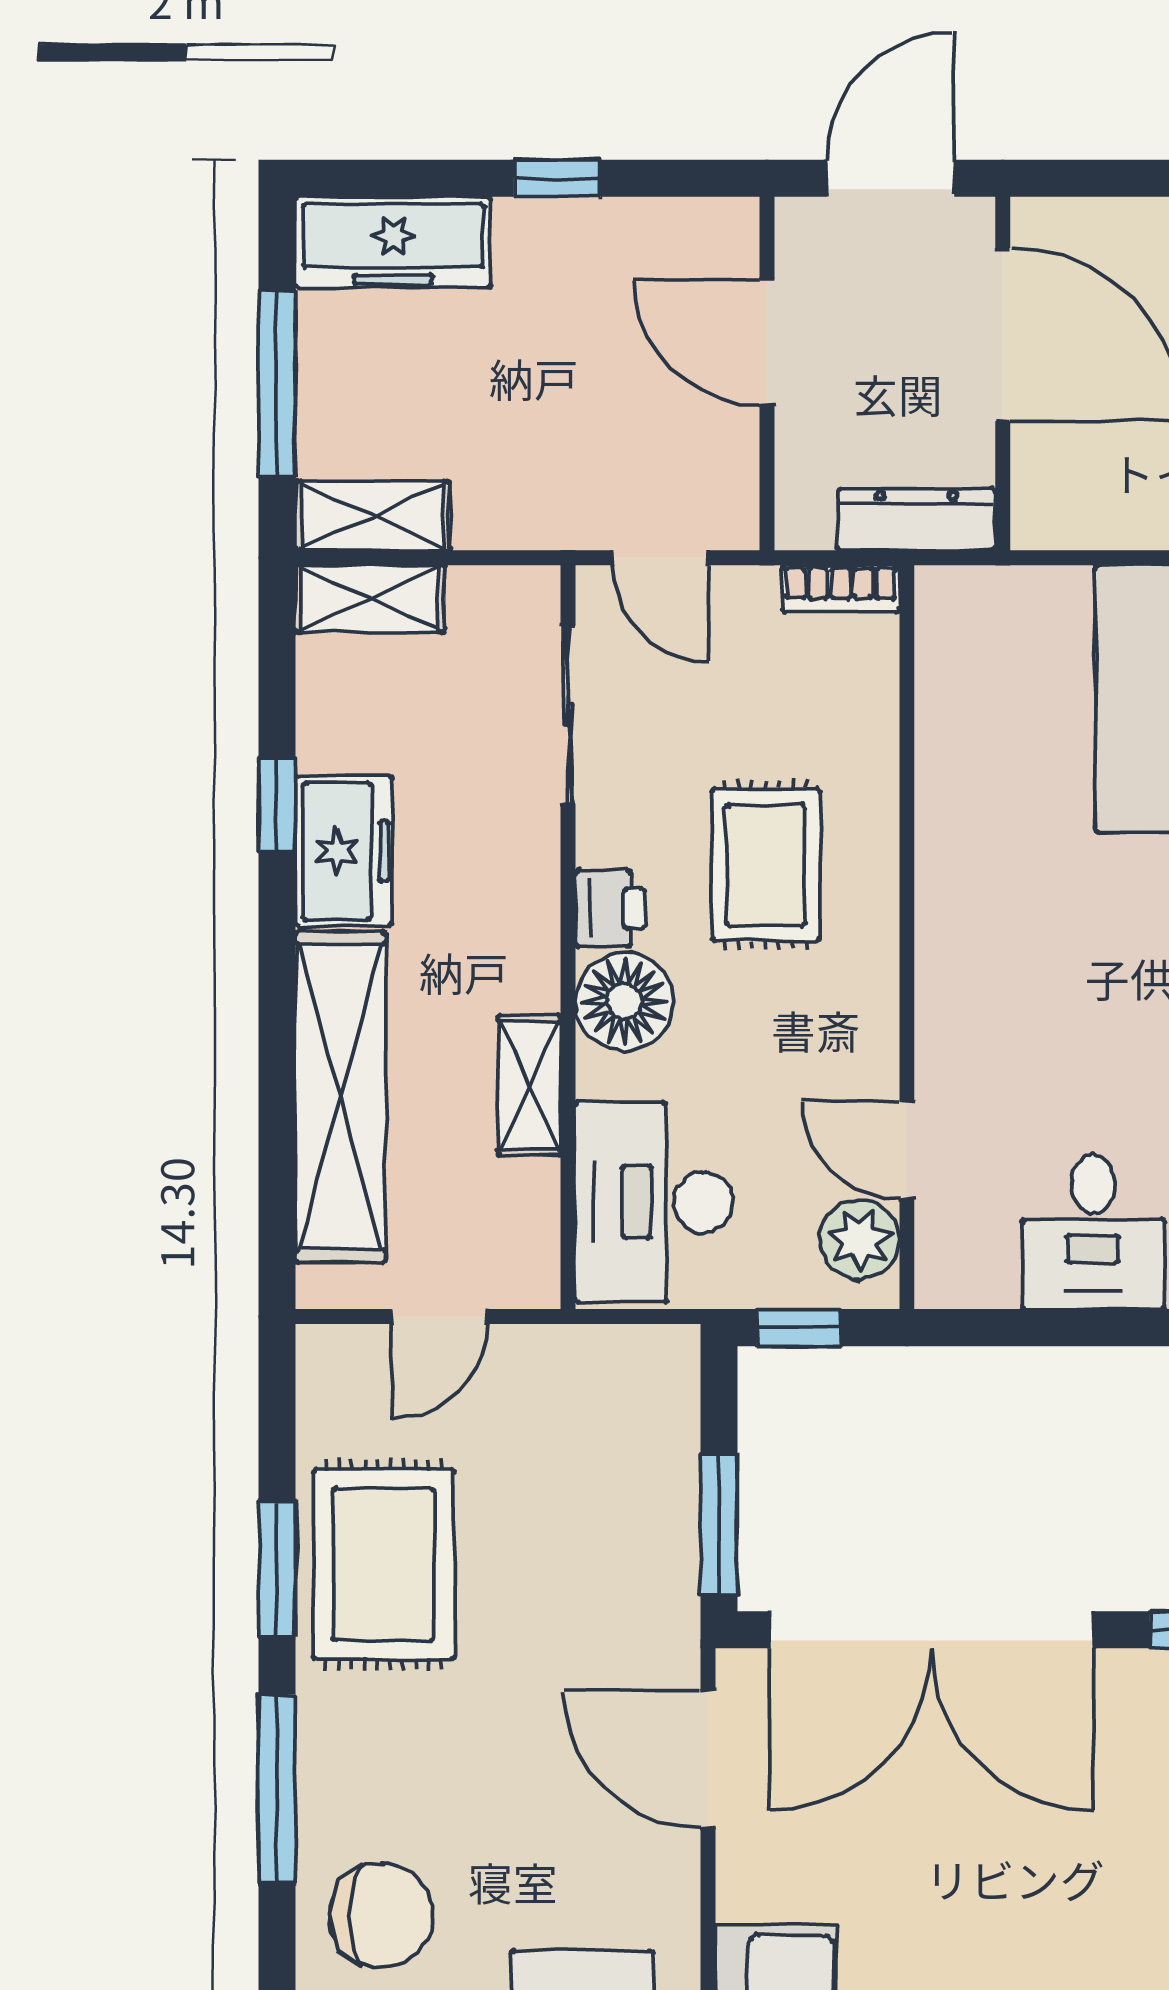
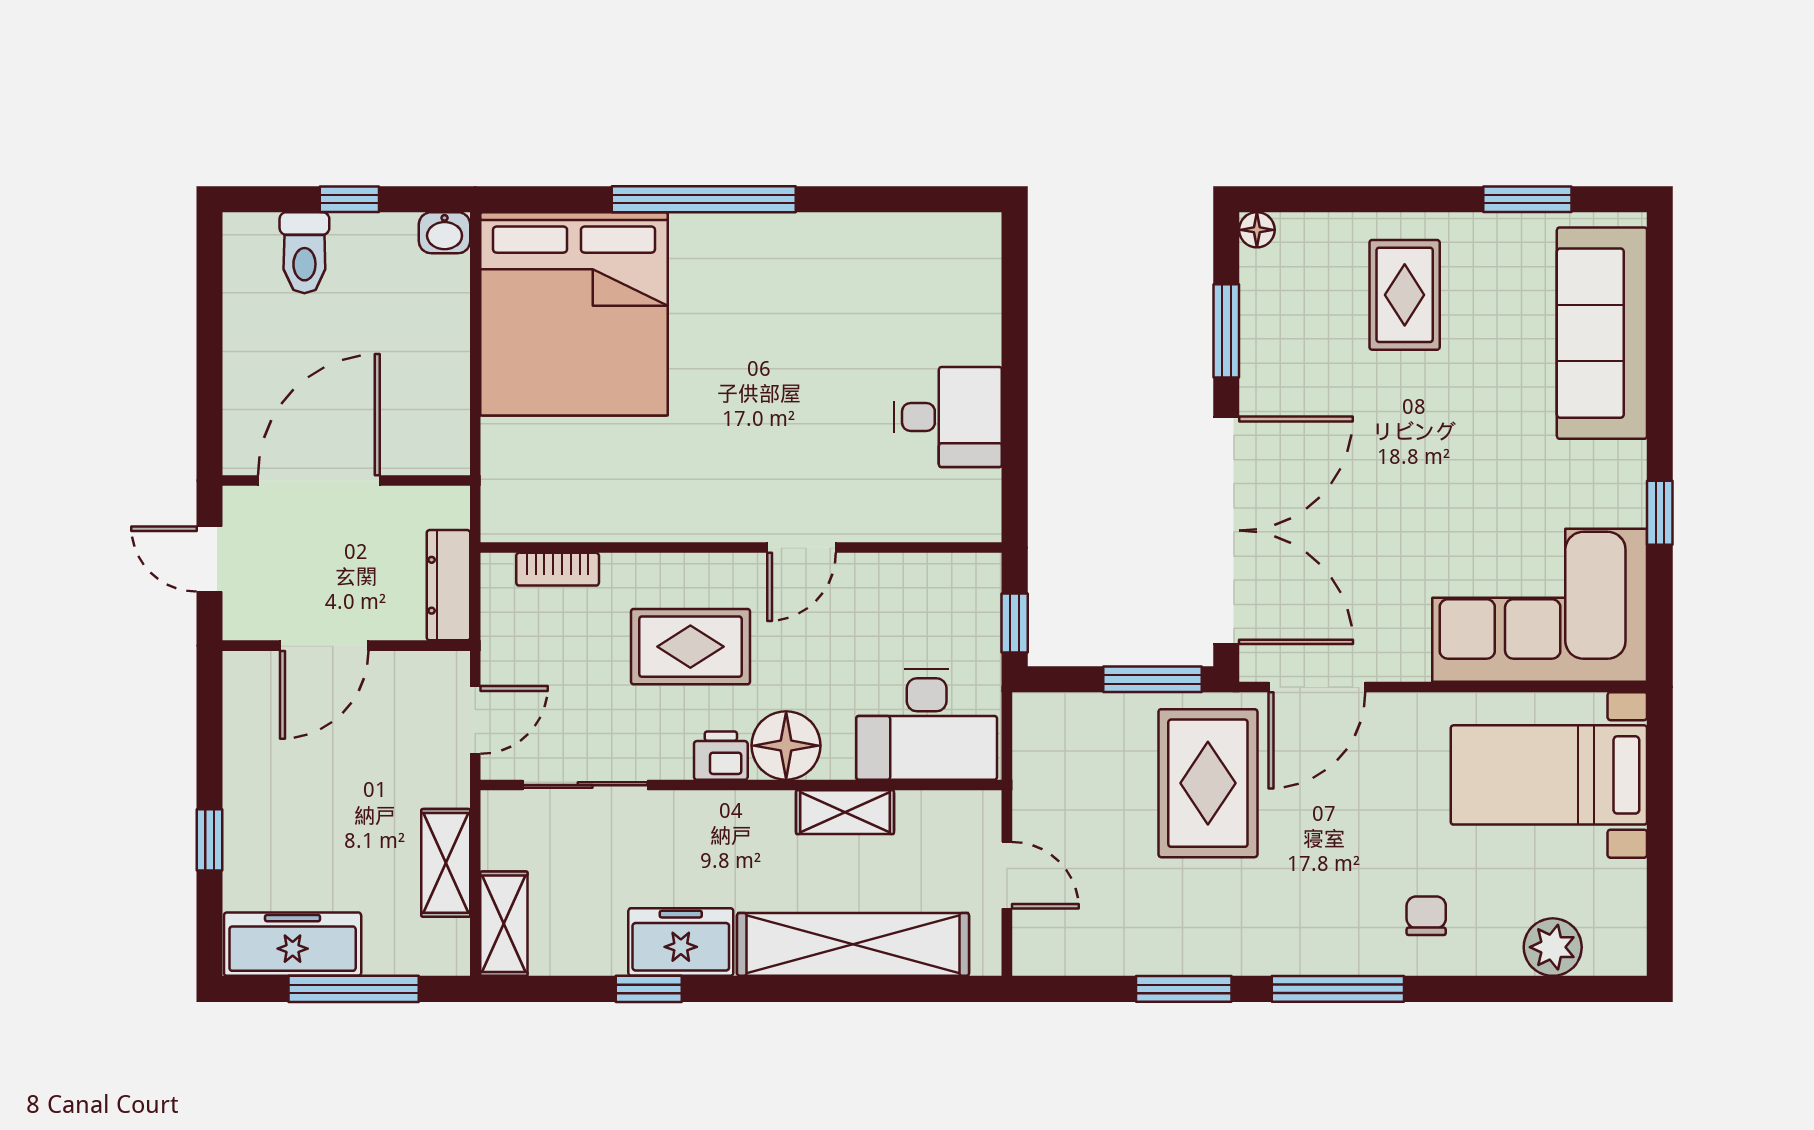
window: (557, 178) -> (209, 840), moved
door: (890, 178) -> (209, 559), width x0.73
freezer: (393, 242) -> (293, 944), moved, turned -90
shelving: (372, 516) -> (446, 863), moved
dresser: (916, 519) -> (448, 585), moved
bookcase: (841, 589) -> (558, 569), moved, turned 90
door: (907, 1150) -> (802, 548), moved
plant: (860, 1240) -> (953, 581), removed
rug: (384, 1564) -> (1208, 783), moved, turned 90
chair: (381, 1915) -> (1426, 916), width x0.54, depth x0.54

